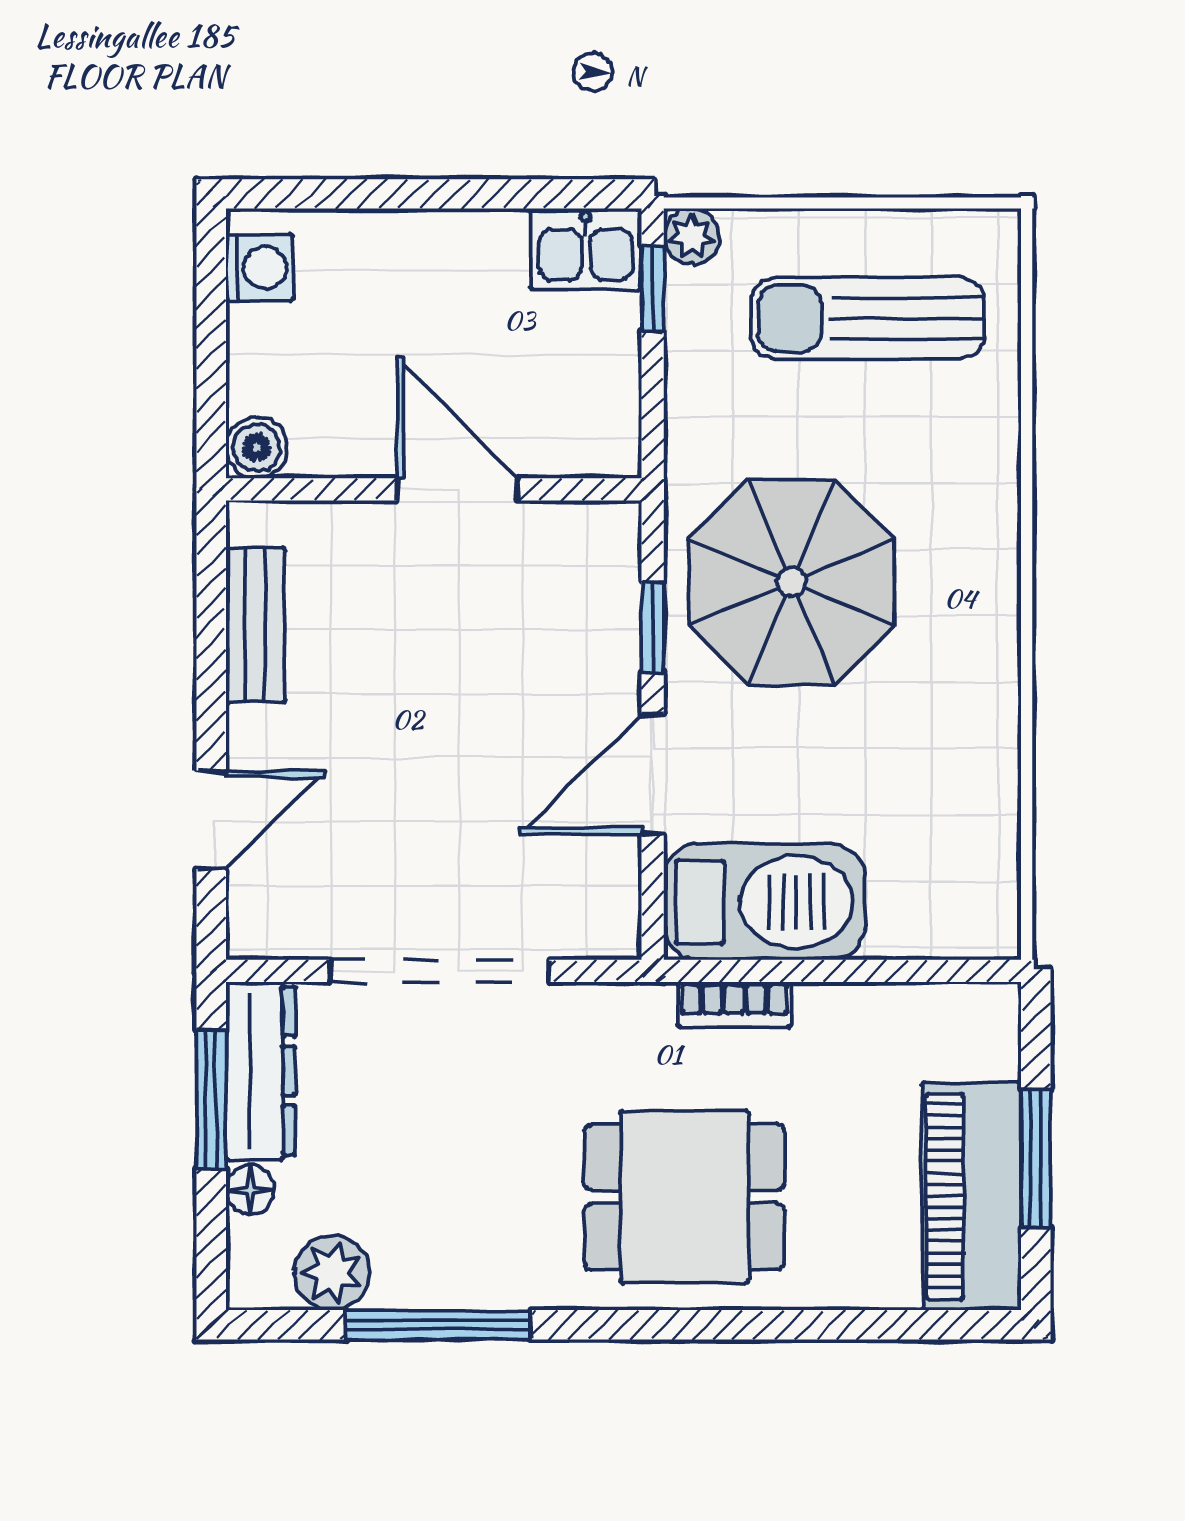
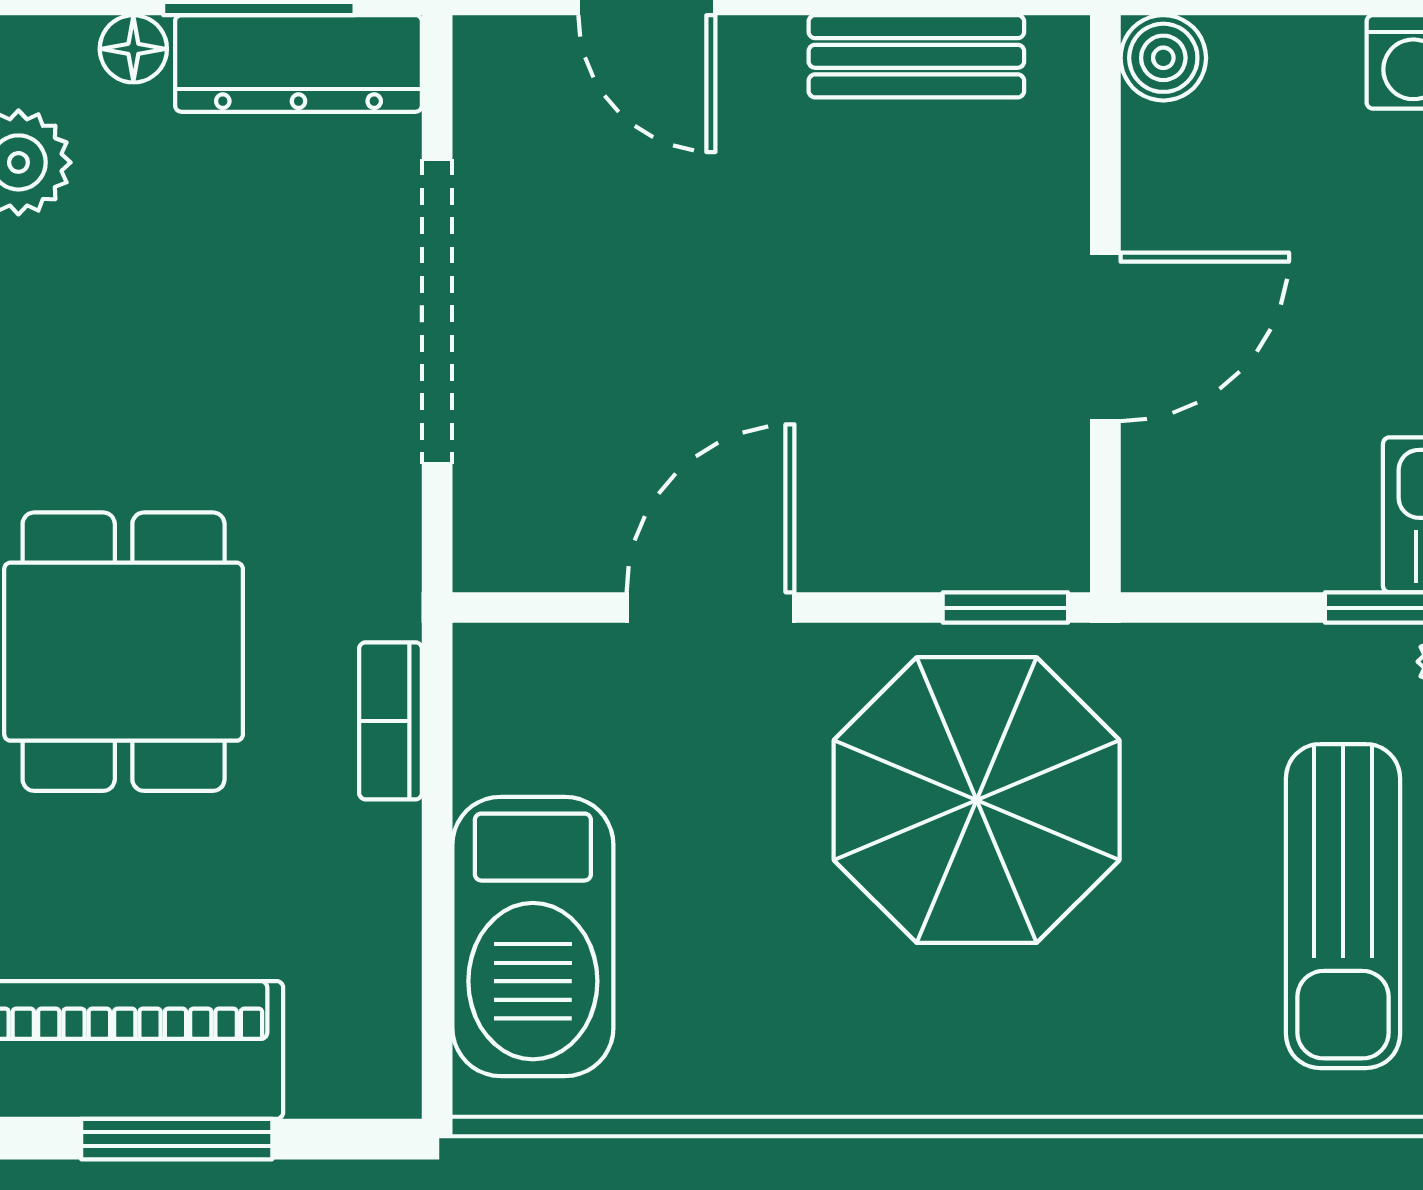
sun lounger: (868, 318) -> (1343, 906), turned 180
window: (653, 628) -> (1005, 608), moved
door: (653, 774) -> (711, 608), hinge flipped
barbecue: (764, 902) -> (533, 936), moved

